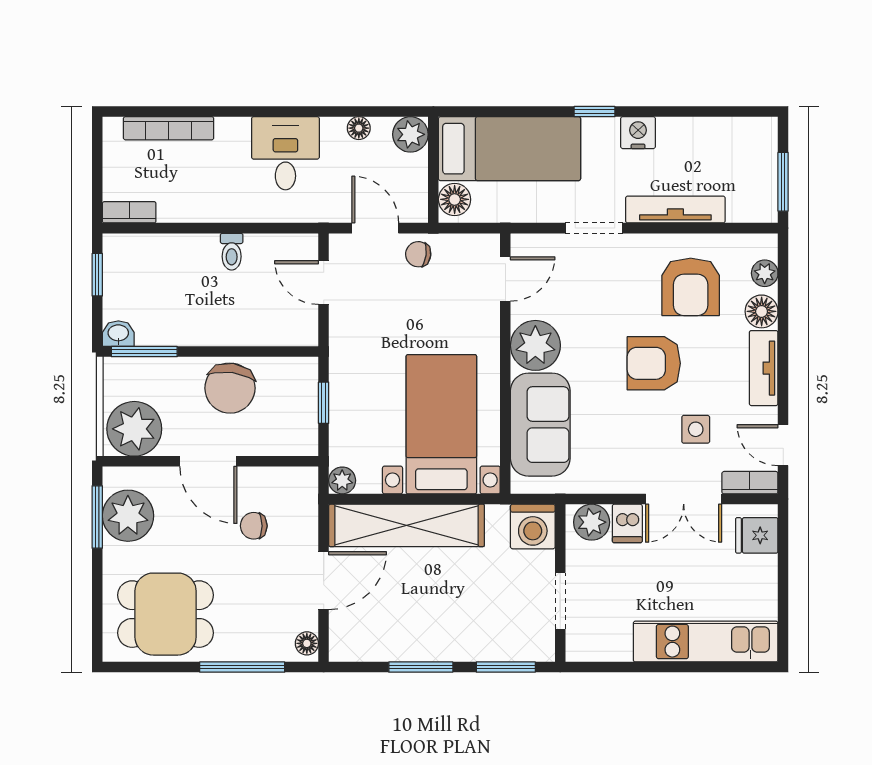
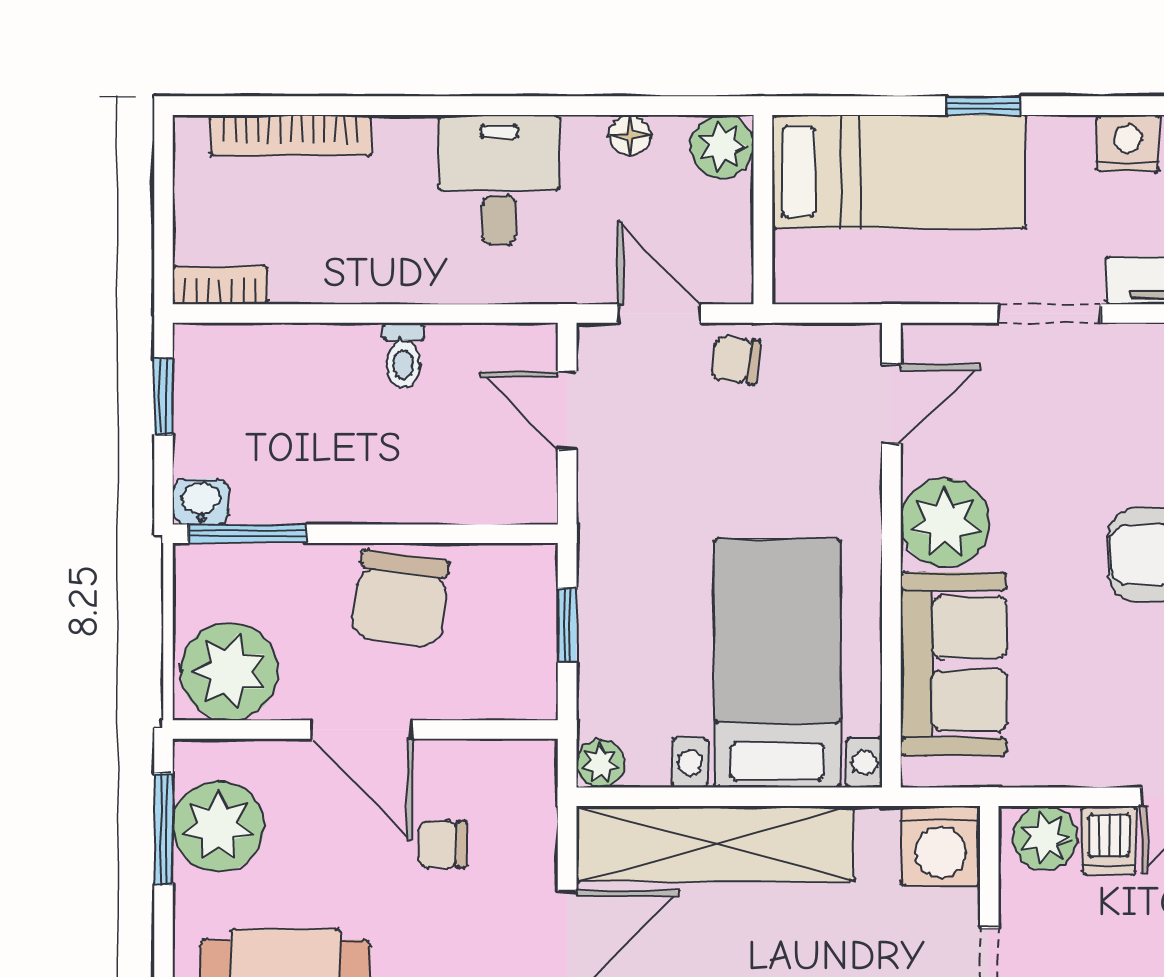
window: (595, 112) -> (983, 106), moved
floor lamp: (455, 199) -> (801, 262), removed

